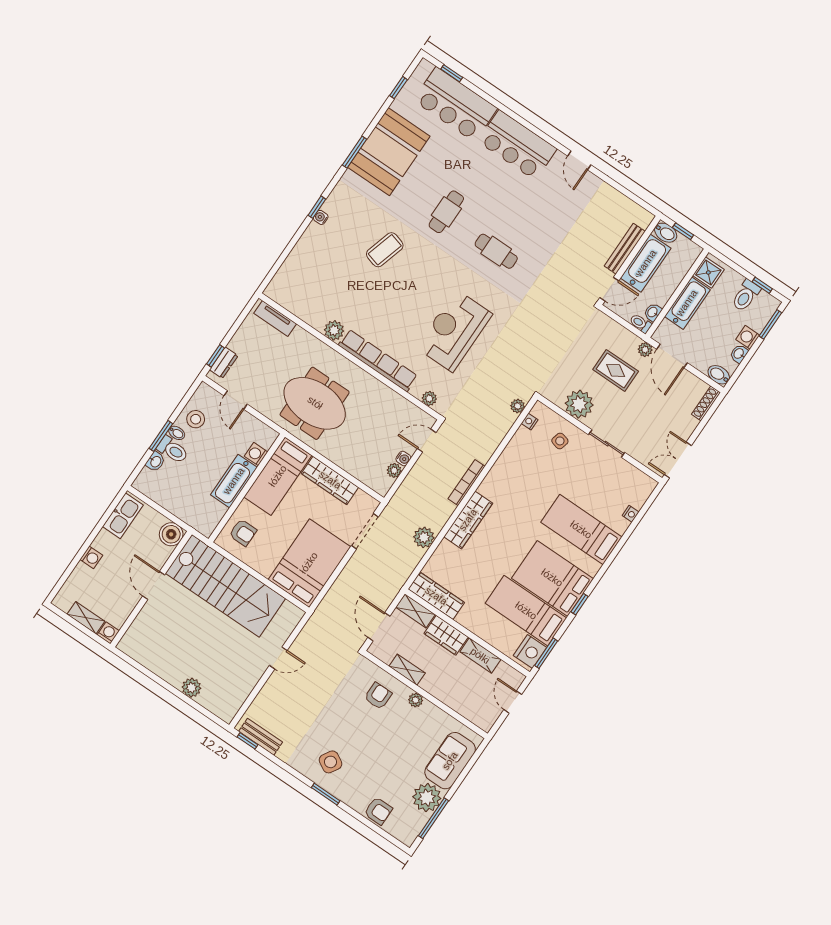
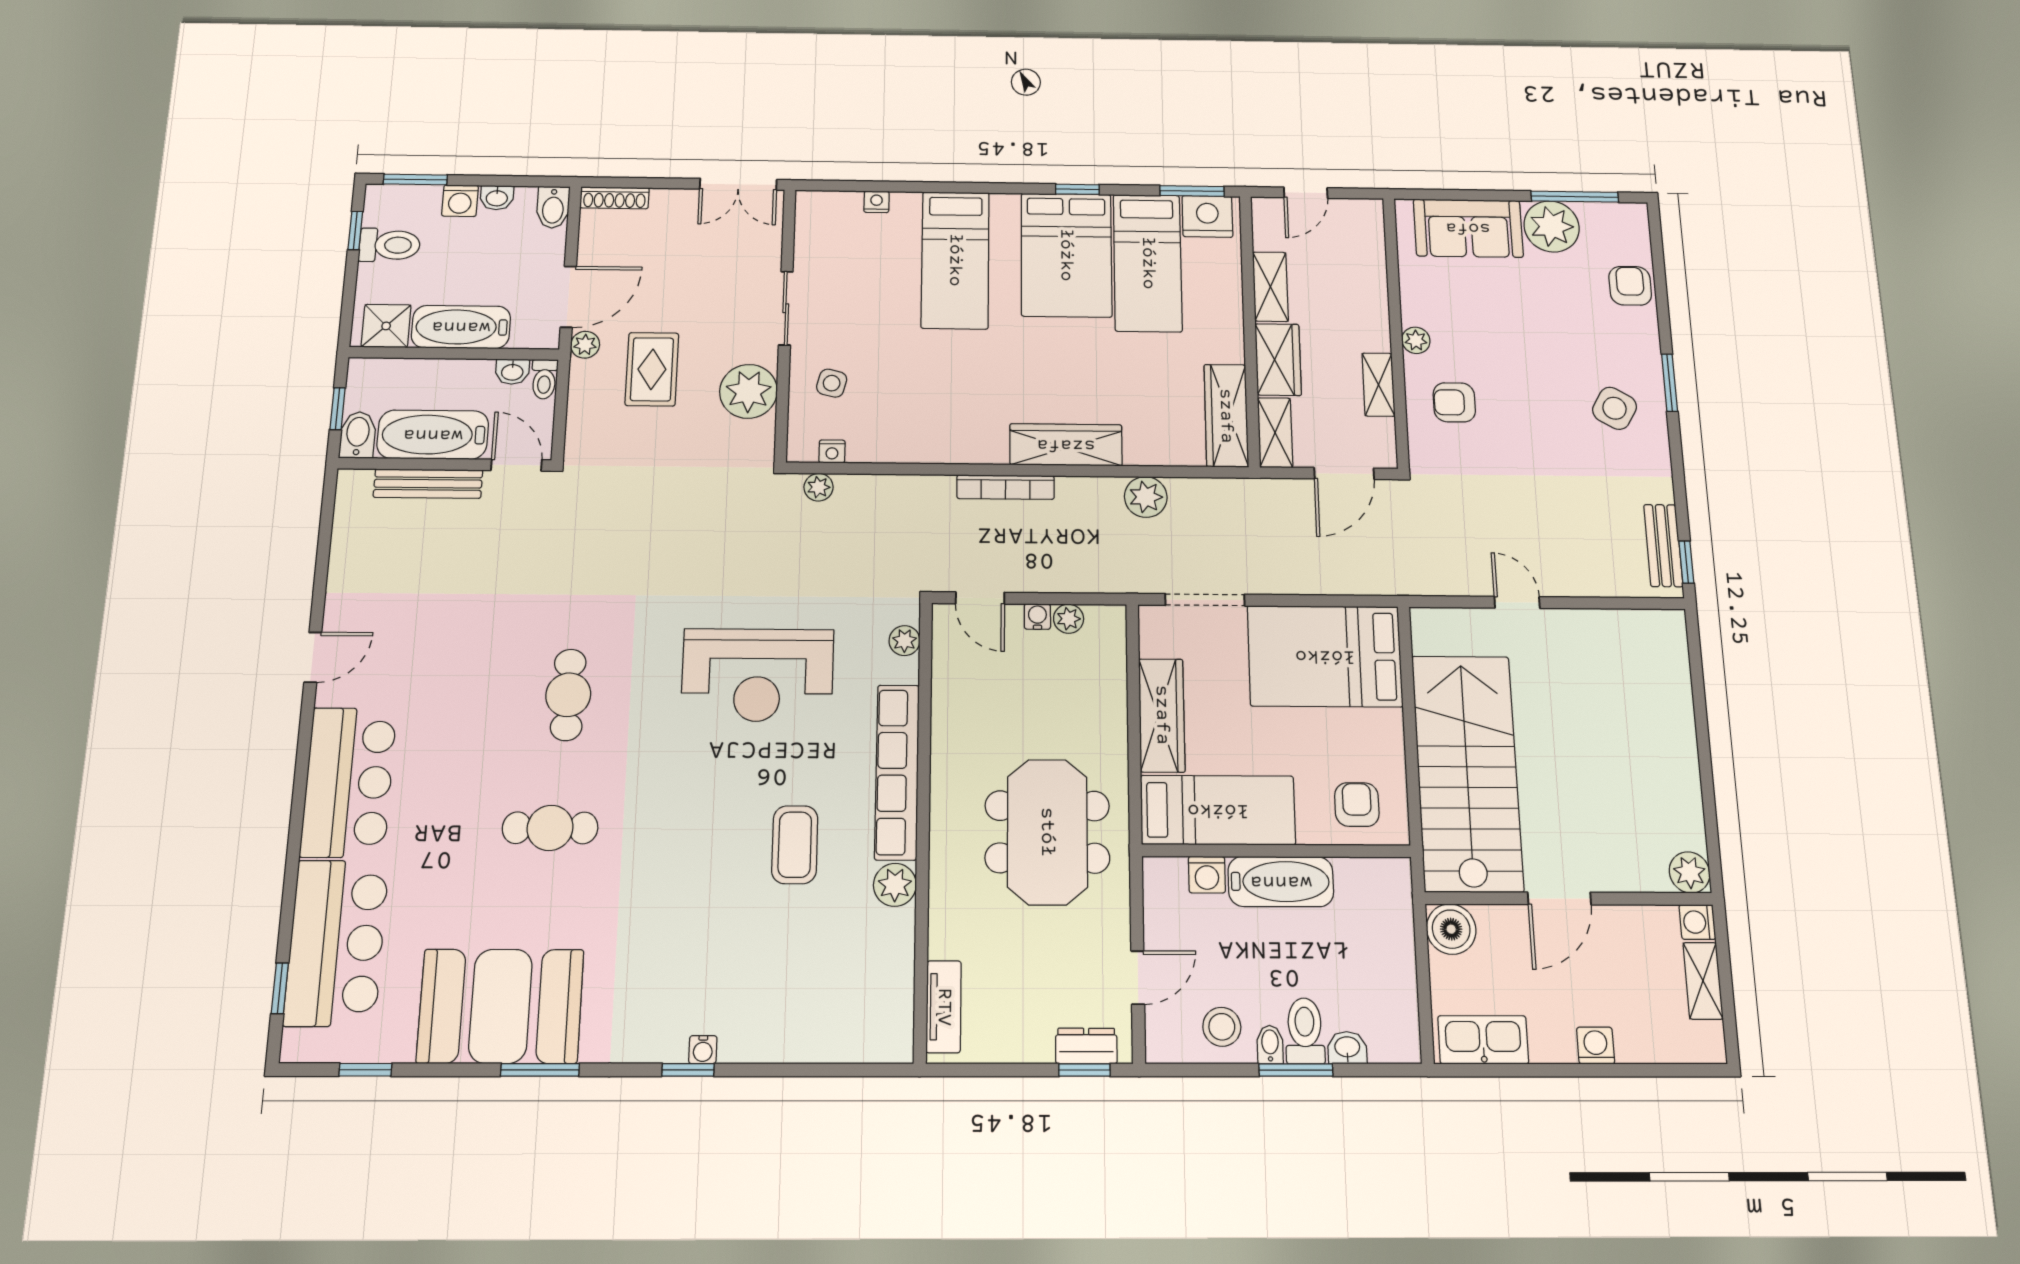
coffee table: (385, 250) -> (795, 845), moved, turned 74
plant: (191, 688) -> (1690, 872), moved

